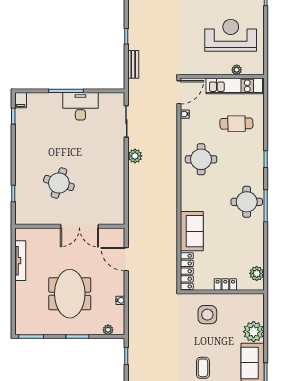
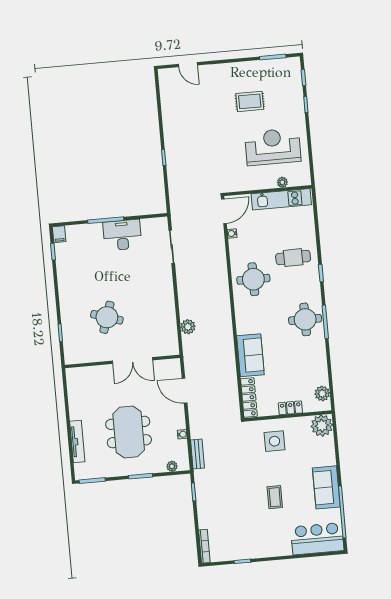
bench: (133, 64) -> (197, 454), moved
cafe table: (236, 124) -> (293, 258), moved
plant: (135, 156) -> (188, 327), moved
tv unit: (20, 261) -> (77, 442), moved
plant: (254, 332) -> (322, 426), moved

